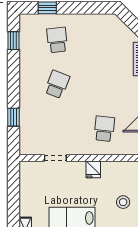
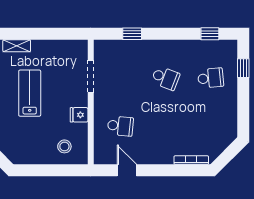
doorway: (55, 158) -> (91, 76), width x1.38
stool: (123, 202) -> (64, 146), moved

